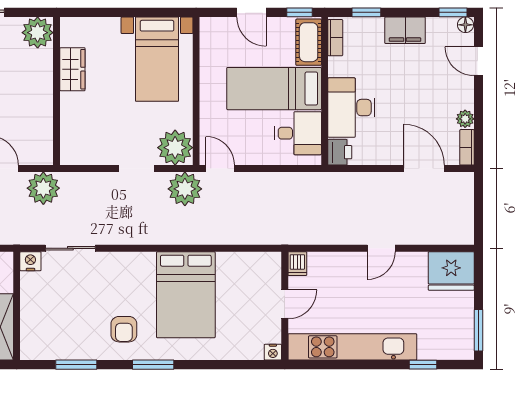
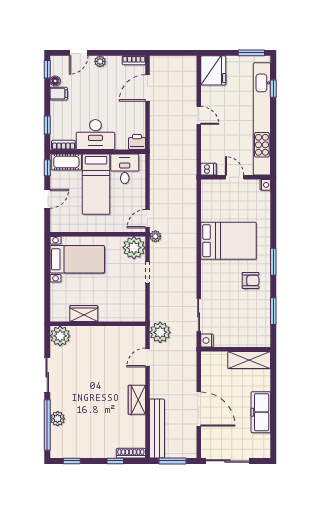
floor lamp: (465, 25) -> (55, 81), moved
filing cabinet: (405, 30) -> (59, 94), width x0.50
desk: (351, 108) -> (95, 135), moved
plant: (465, 119) -> (100, 61), moved
plant: (185, 189) -> (155, 236), width x0.53, depth x0.53
kitchen unit: (352, 347) -> (262, 119), width x1.36

